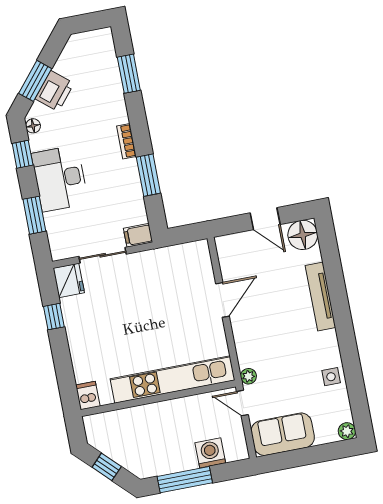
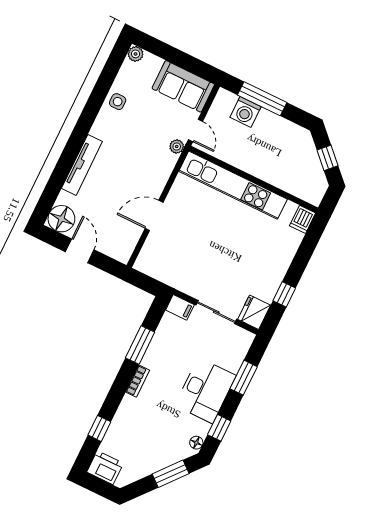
window: (129, 74) -> (99, 428), width x0.67
printer: (55, 91) -> (105, 468), moved, turned 50
window: (185, 480) -> (262, 99), moved

